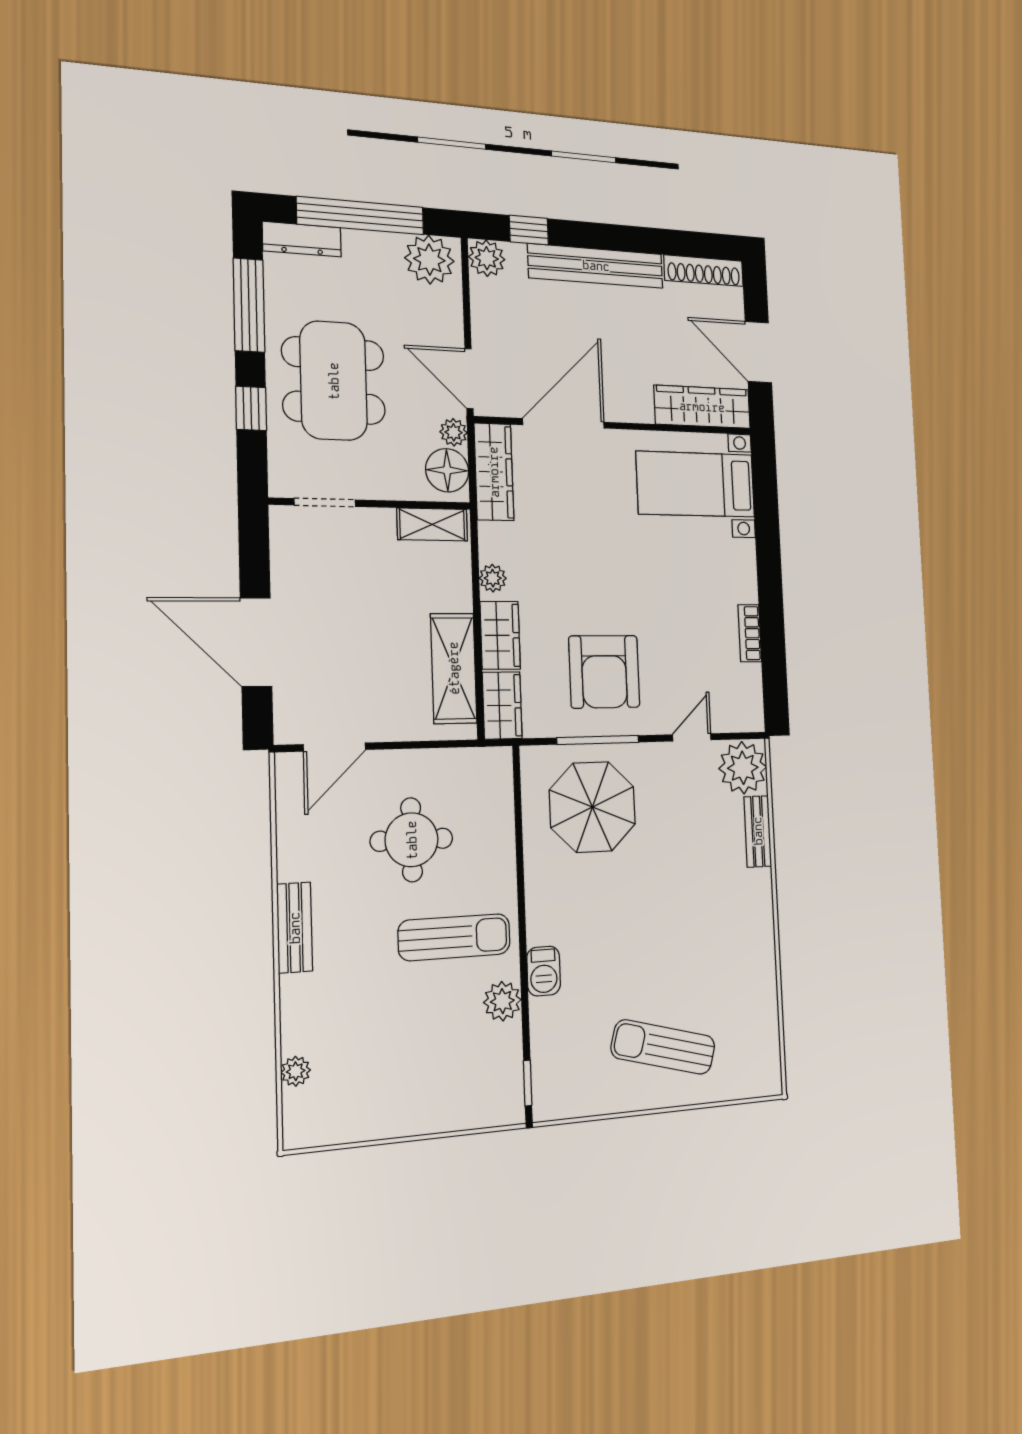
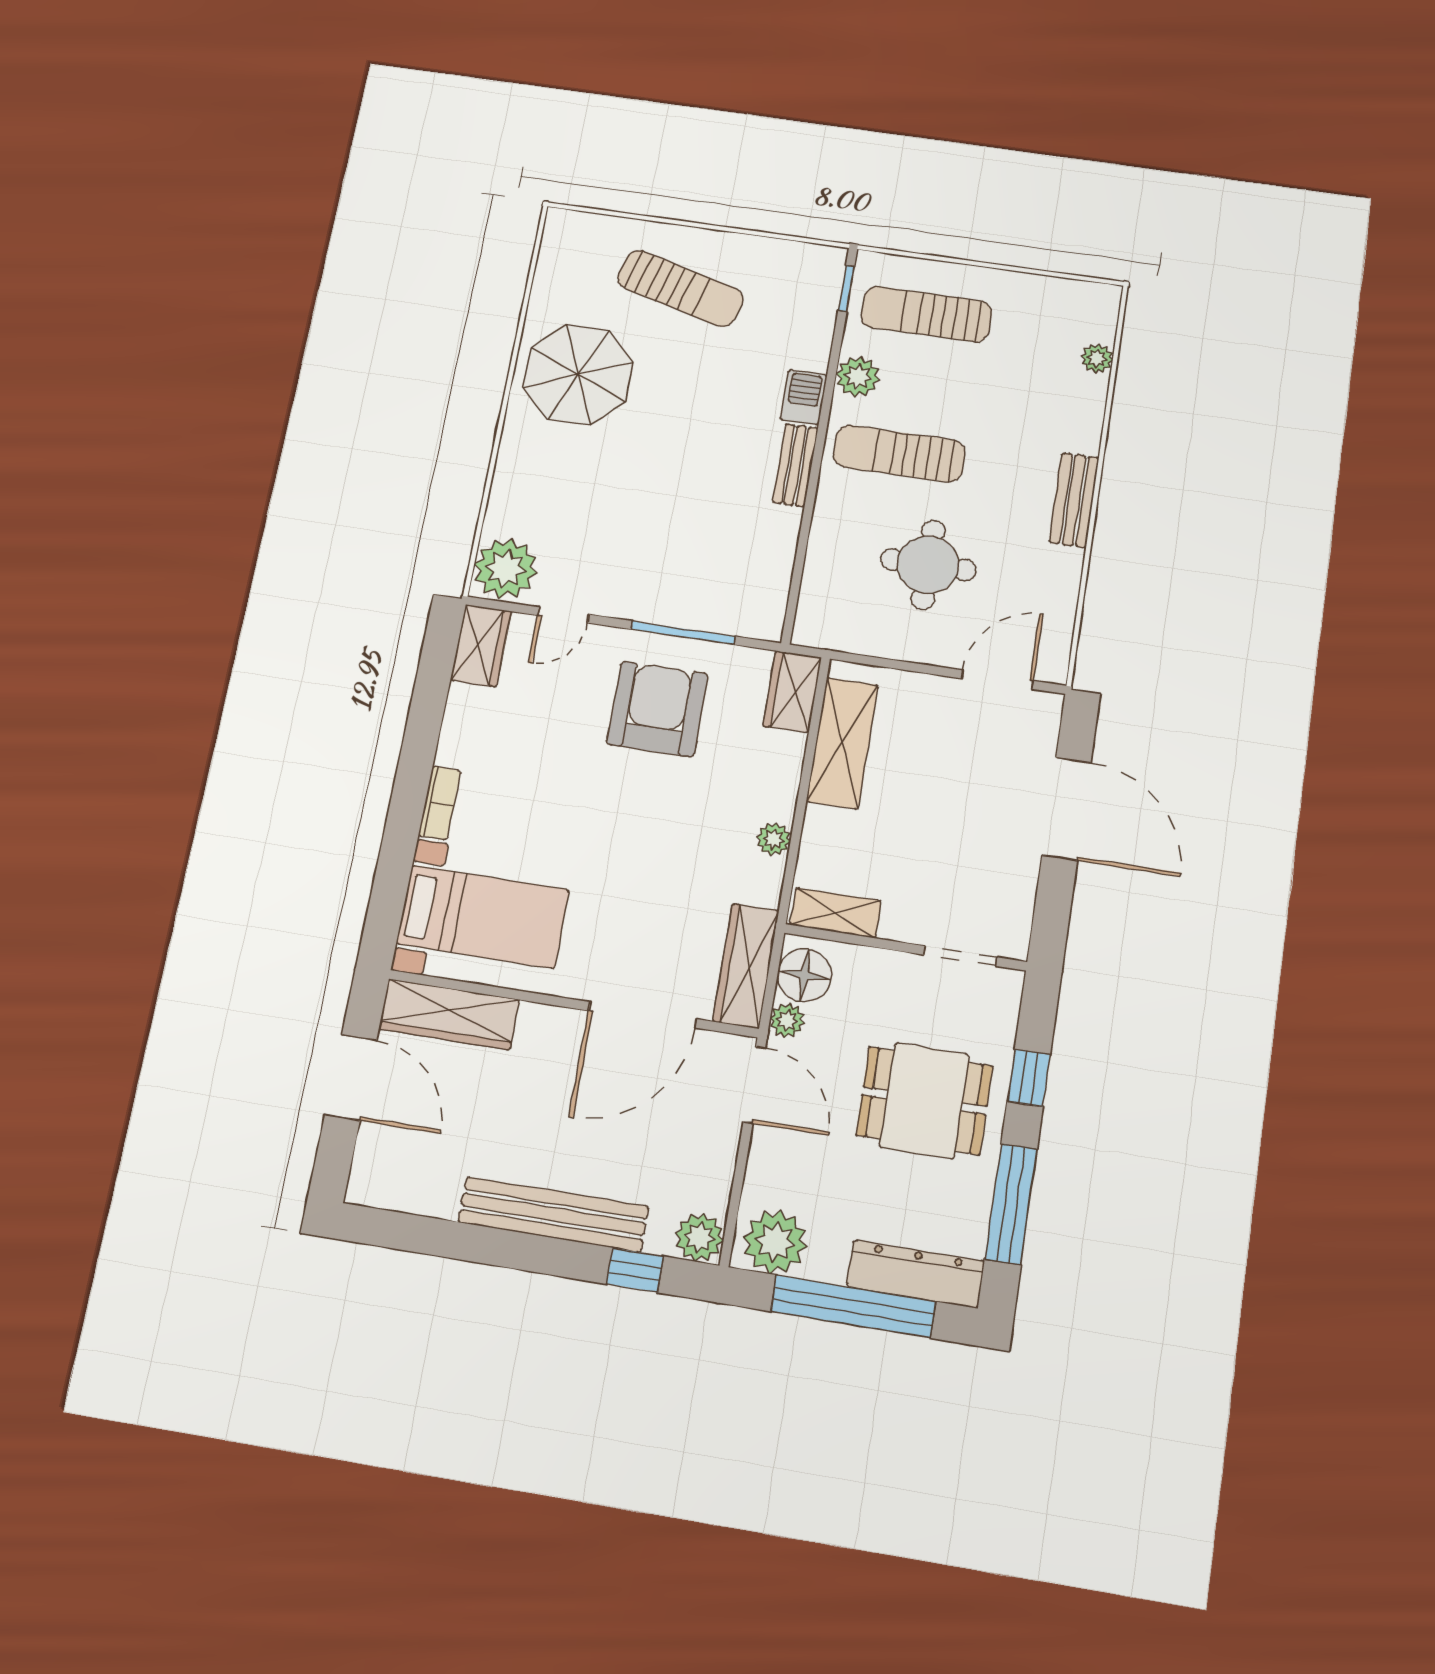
dresser: (302, 239) -> (916, 1274), width x1.37, depth x1.24
shoe rack: (704, 271) -> (402, 1195), removed
dining table: (334, 381) -> (924, 1101), width x0.73
bookcase: (750, 633) -> (440, 803), moved
wardrobe: (500, 635) -> (481, 646), moved, turned 180
parasol: (592, 807) -> (578, 375), moved
bench: (758, 831) -> (795, 465), moved
sun lounger: (455, 1076) -> (926, 314), added

